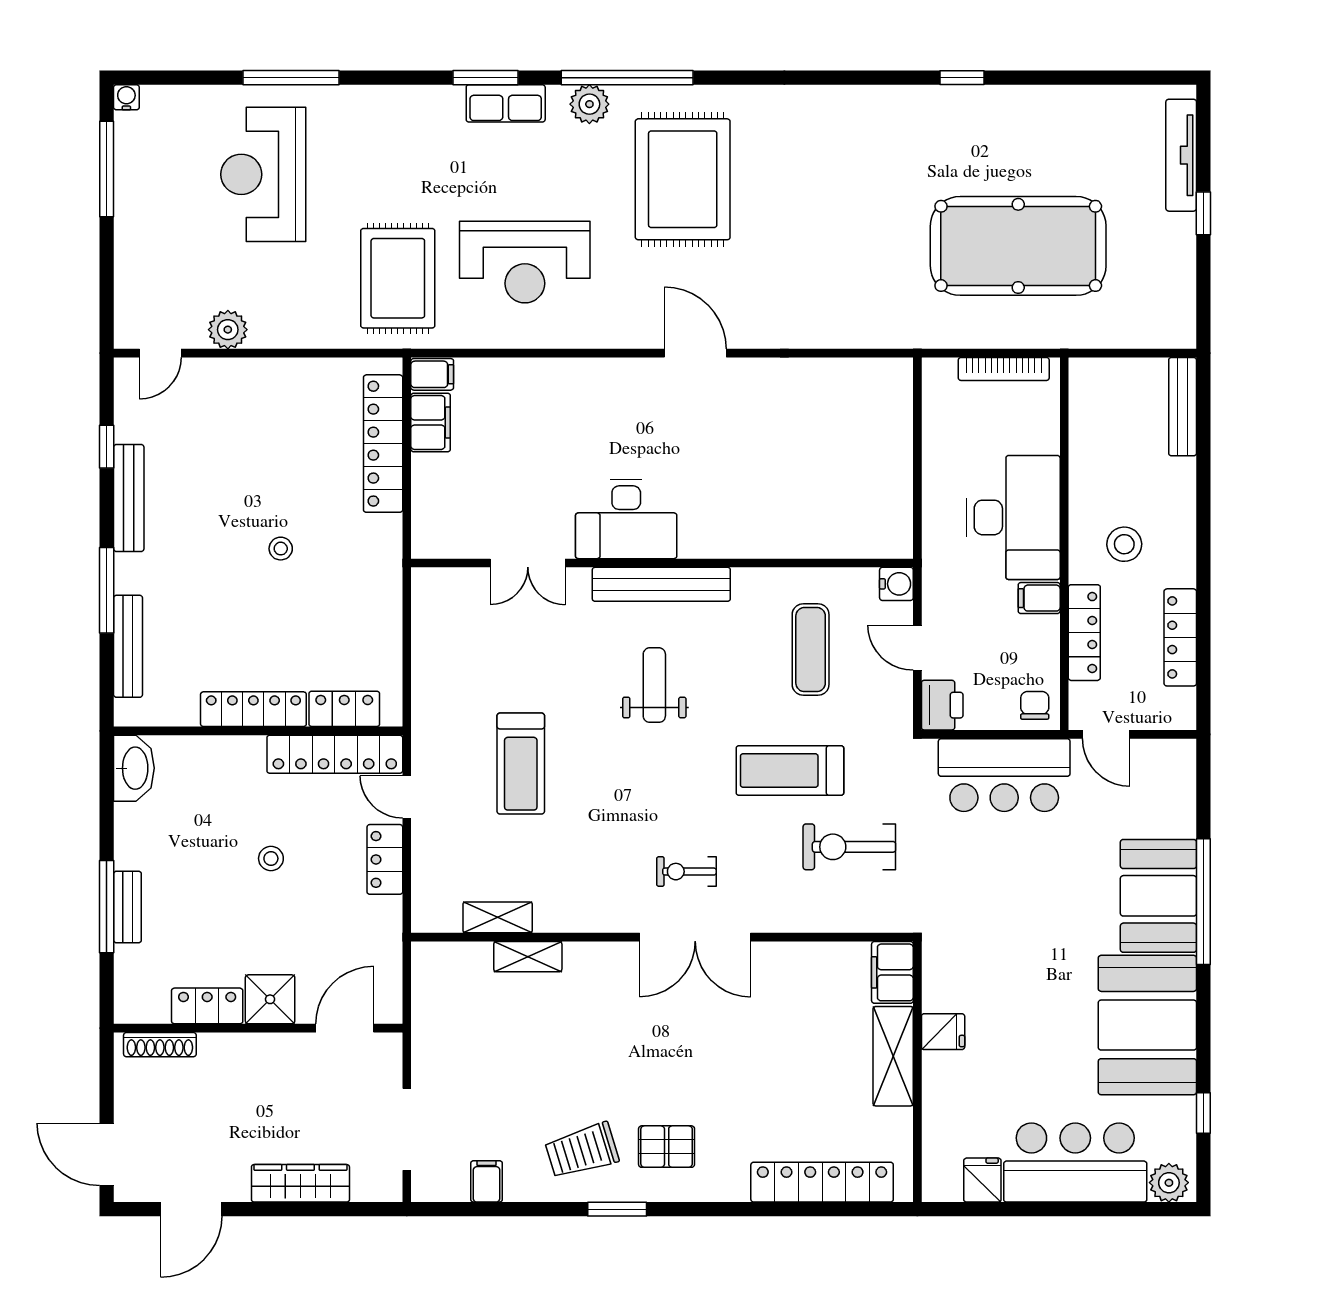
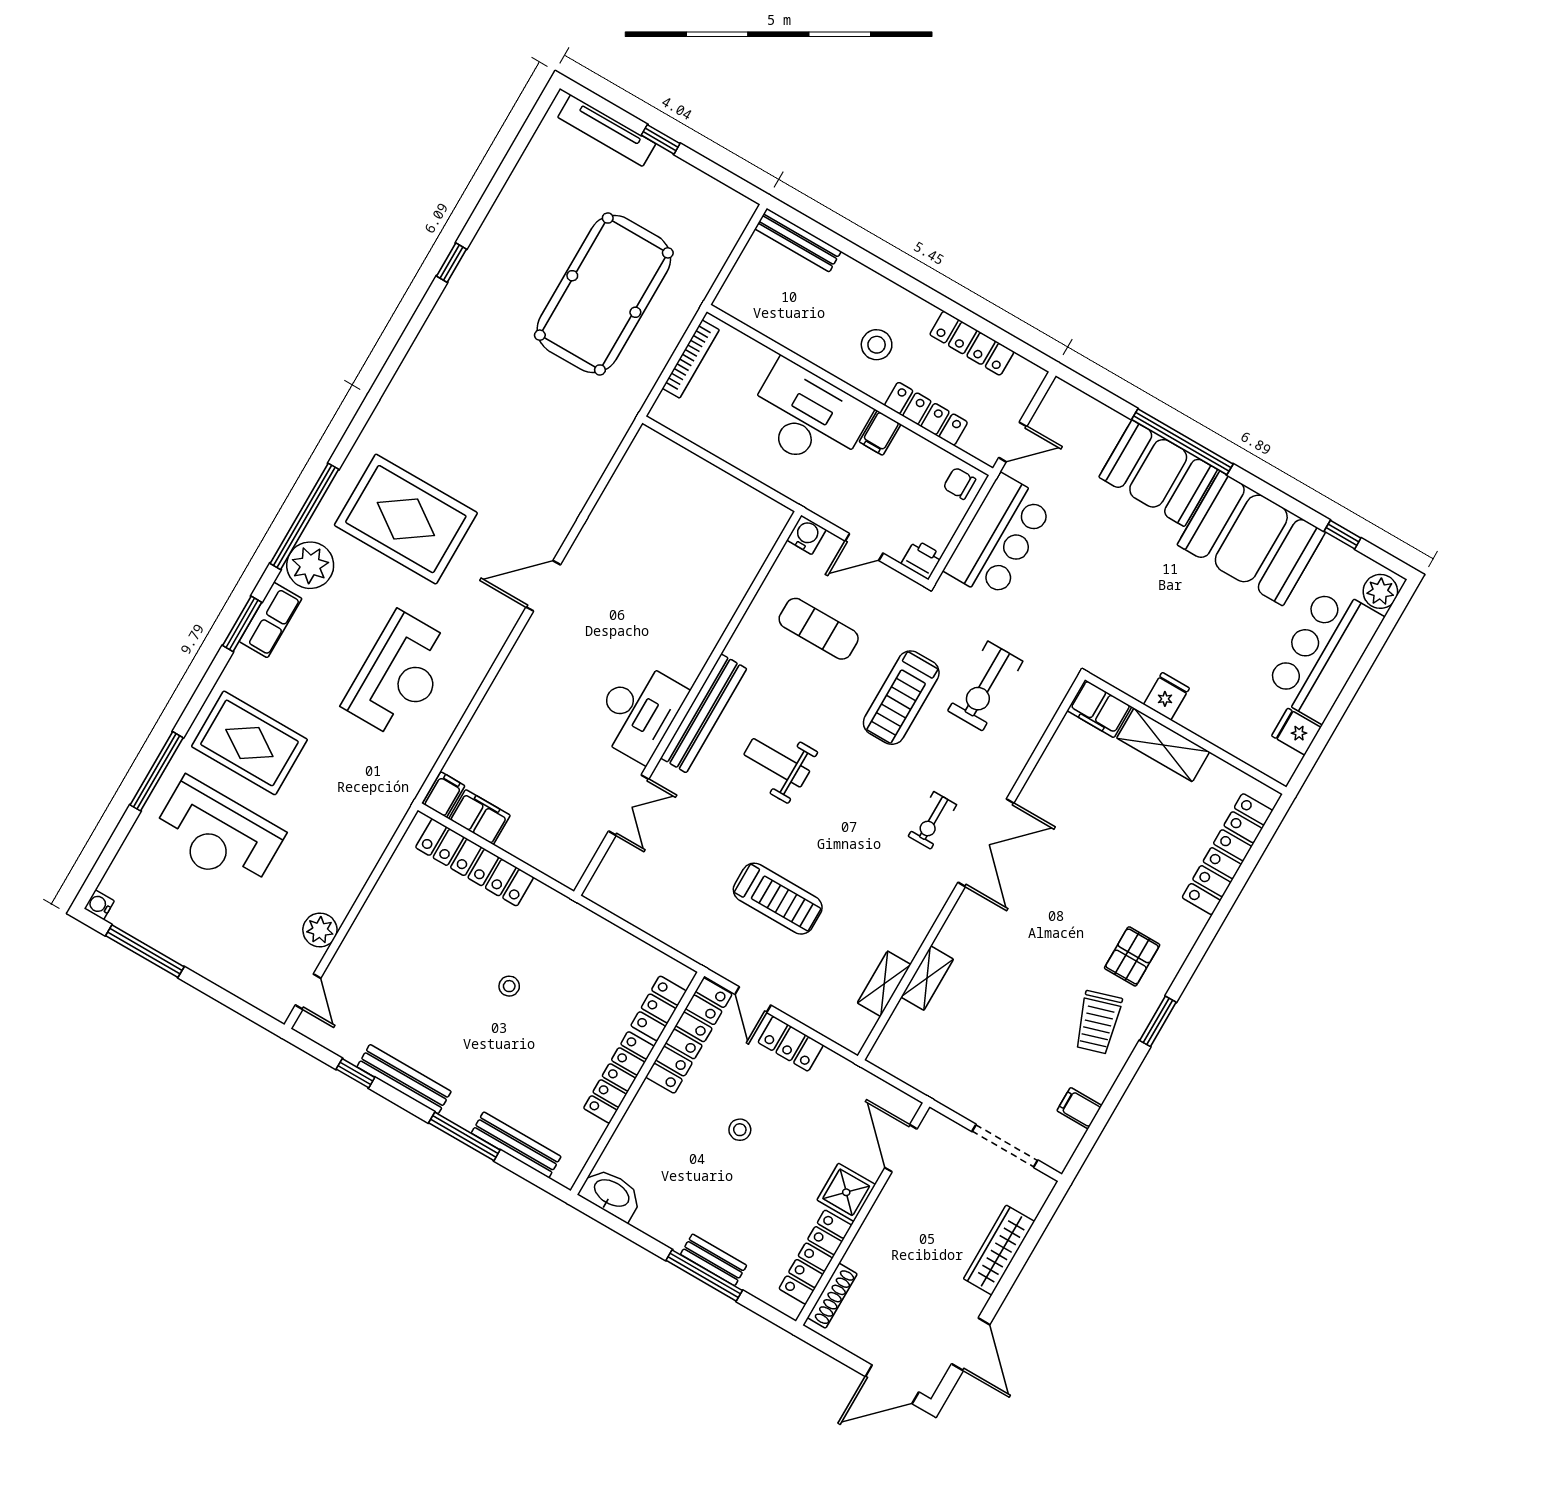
plant: (589, 104) -> (310, 565), width x1.36, depth x1.36
rug: (398, 278) -> (249, 743), moved
printer: (942, 705) -> (922, 559), width x0.73, depth x0.81
door: (407, 797) -> (753, 1000), hinge flipped
locker: (207, 1006) -> (815, 1257), width x1.53

